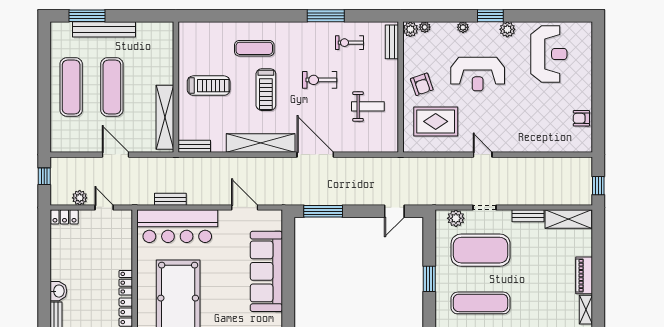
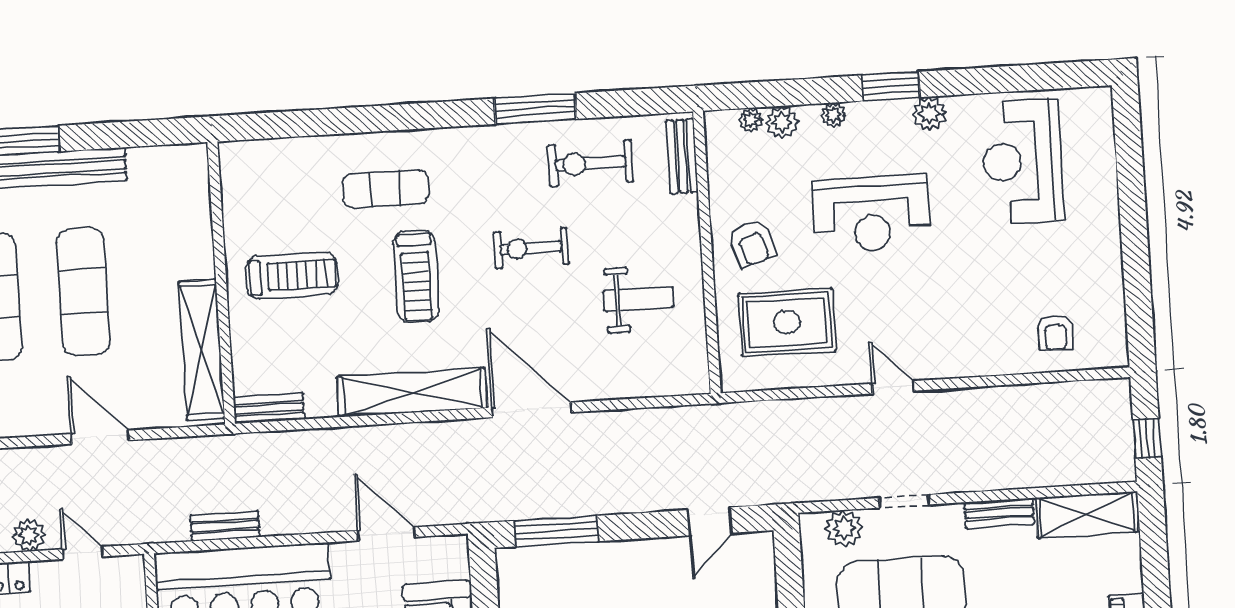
plant: (410, 29) -> (782, 122), moved
exercise bike: (349, 43) -> (590, 163), width x1.38, depth x1.39
reception desk: (549, 54) -> (1022, 161), turned 180
armchair: (581, 118) -> (1056, 332), moved, turned -90

